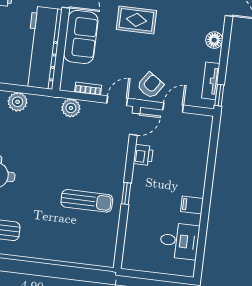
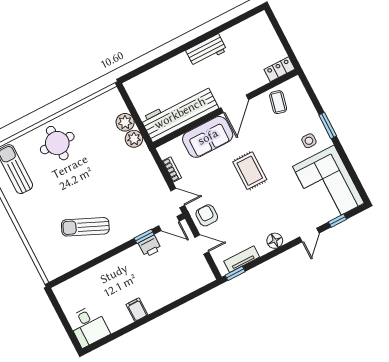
armchair: (150, 85) -> (207, 215), turned -124
plant: (71, 108) -> (134, 139), moved
window: (126, 193) -> (144, 236), moved
sun lounger: (87, 201) -> (85, 227), turned 114
desk: (179, 241) -> (89, 326), moved

